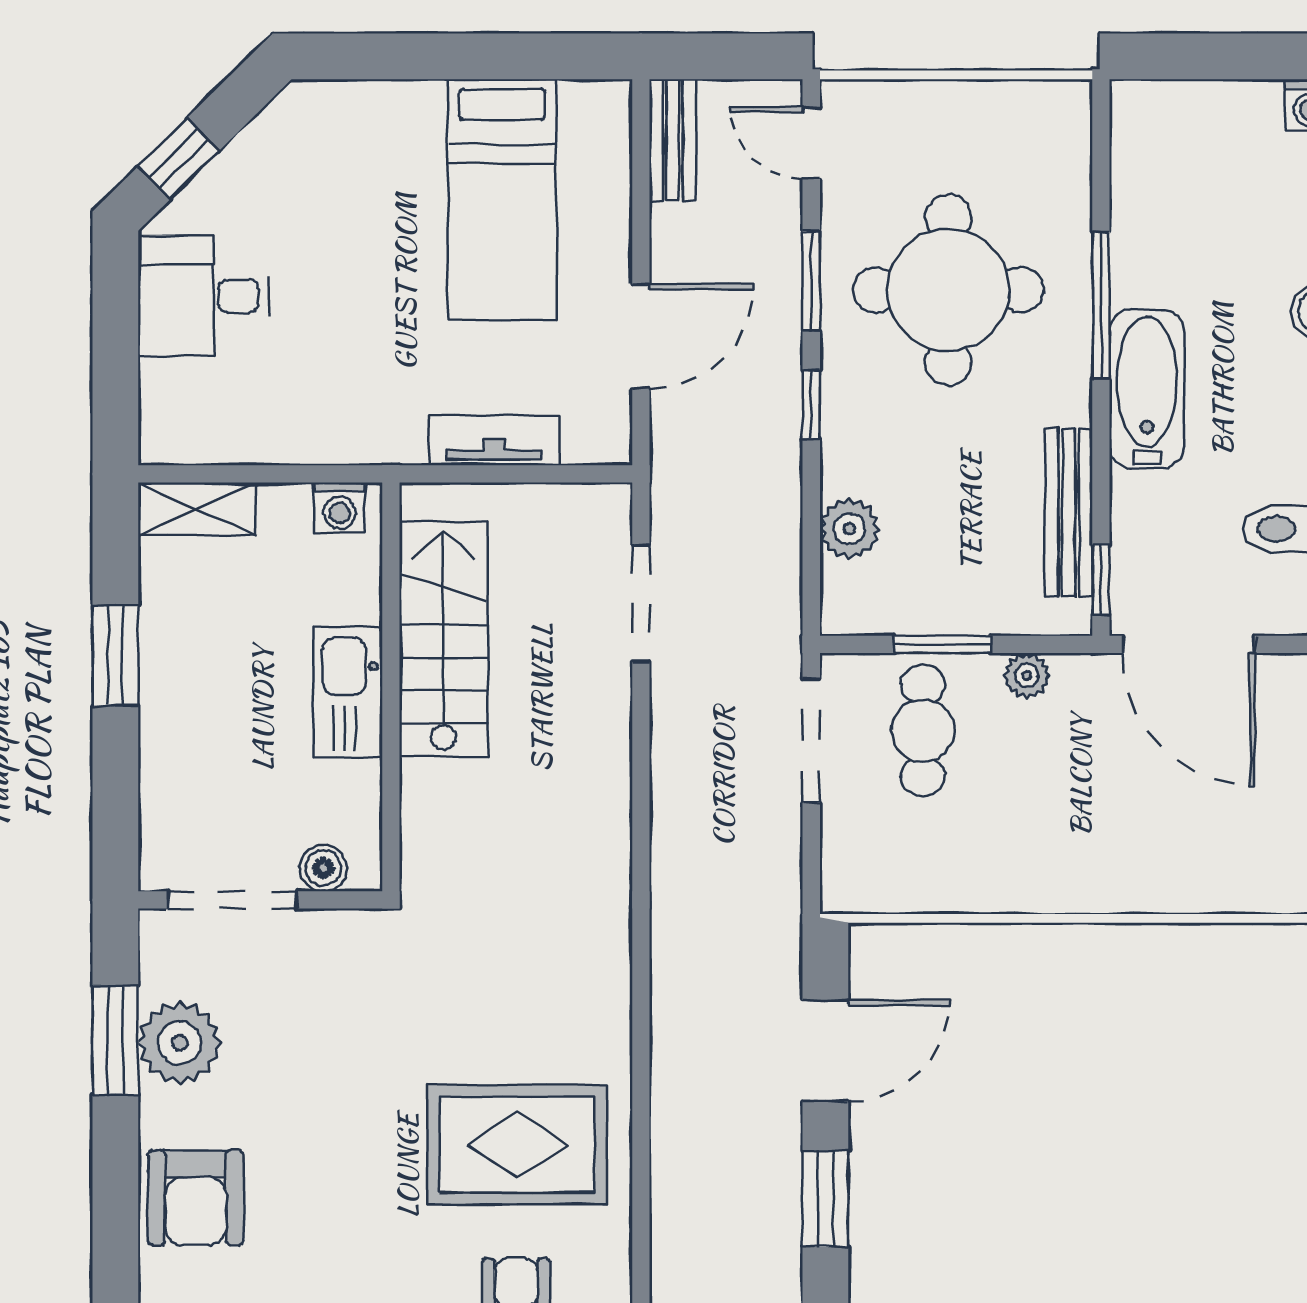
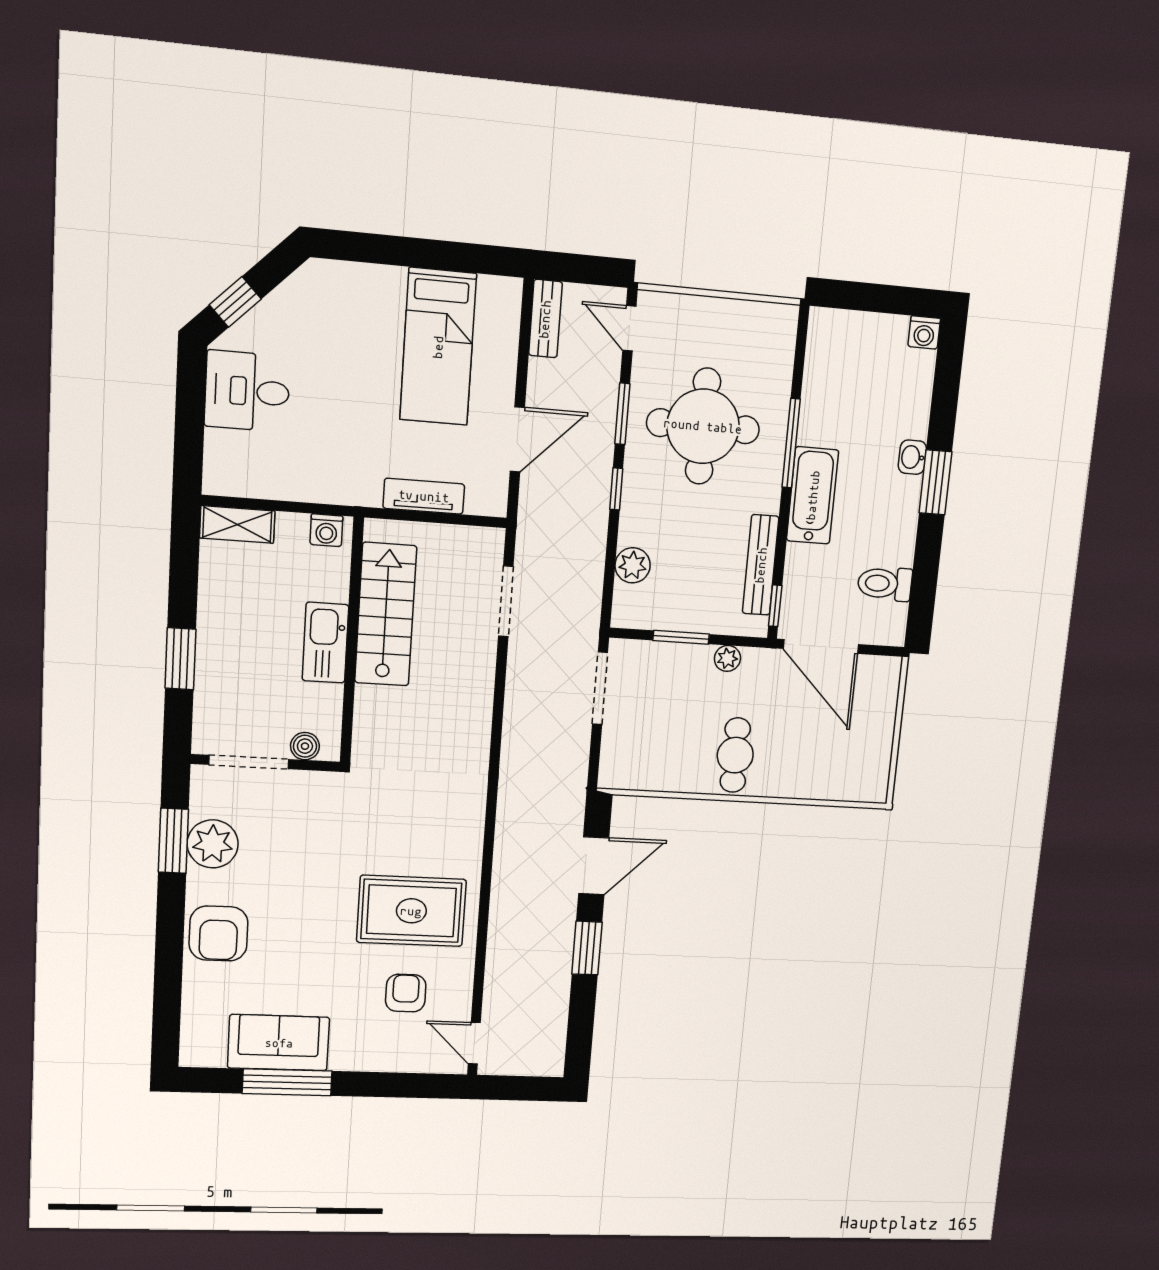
window: (115, 655) -> (180, 659), moved
cafe table: (923, 730) -> (735, 755), moved

